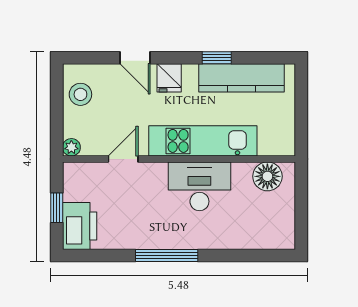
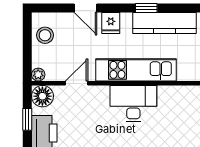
floor lamp: (267, 176) -> (42, 96), moved

